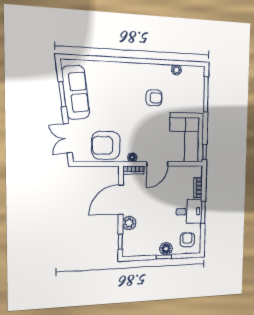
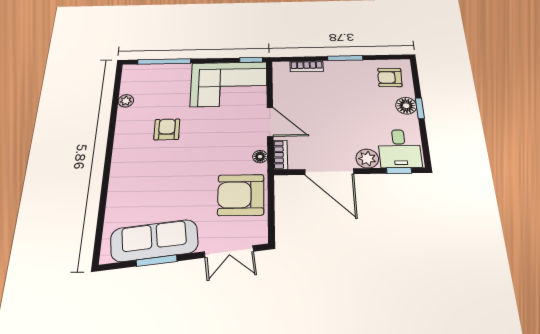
armchair: (106, 145) -> (241, 195), turned 90
desk: (189, 211) -> (400, 149), moved, turned 180

